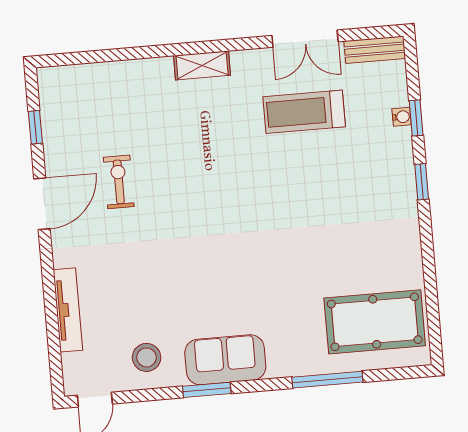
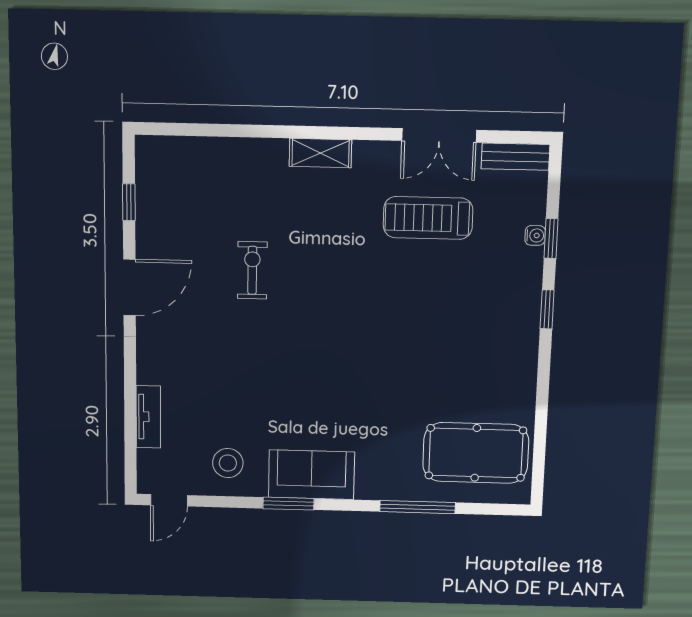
exercise bike: (119, 182) -> (252, 270), moved
tv unit: (68, 310) -> (148, 417), width x0.71

